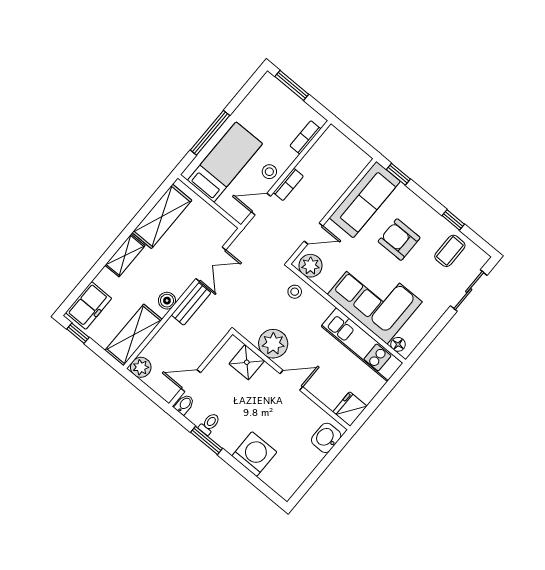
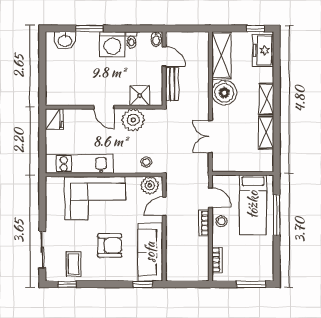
door: (261, 204) -> (210, 198), hinge flipped
shelving: (162, 216) -> (266, 133), width x0.67, depth x0.75
window: (453, 220) -> (67, 284), moved
boiler: (167, 301) -> (224, 93), width x1.86, depth x1.86
bench: (191, 304) -> (172, 84), moved
floor lamp: (398, 344) -> (58, 182), removed
plant: (141, 367) -> (201, 39), removed
door: (291, 380) -> (104, 107), hinge flipped
door: (191, 381) -> (164, 57), hinge flipped
washbasin: (326, 438) -> (65, 40), moved, turned 90
window: (206, 440) -> (89, 29), moved
washing machine: (254, 454) -> (112, 44), moved

